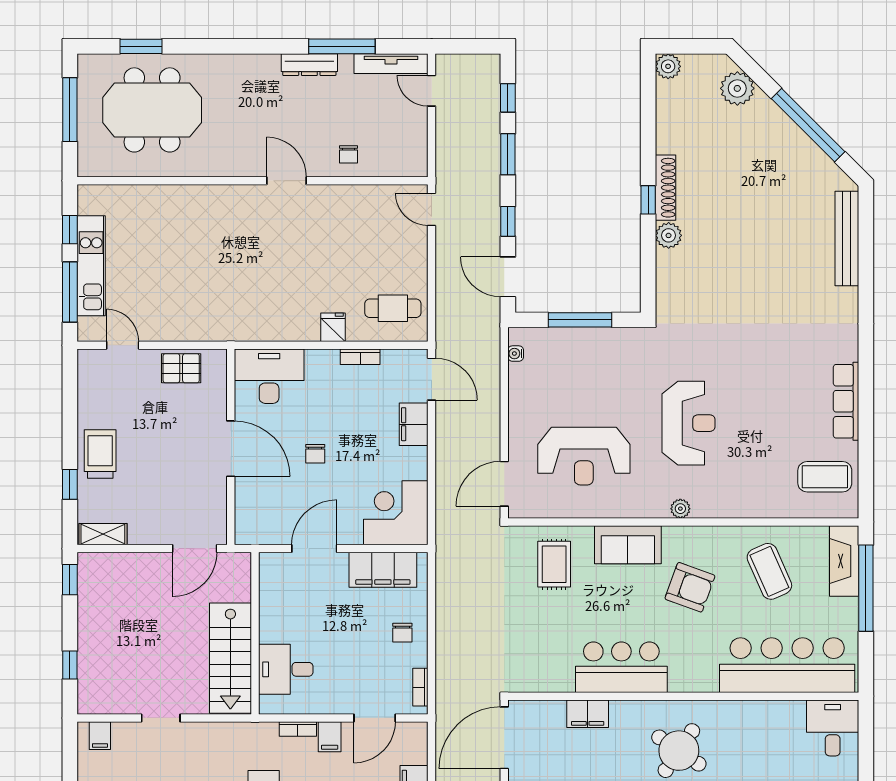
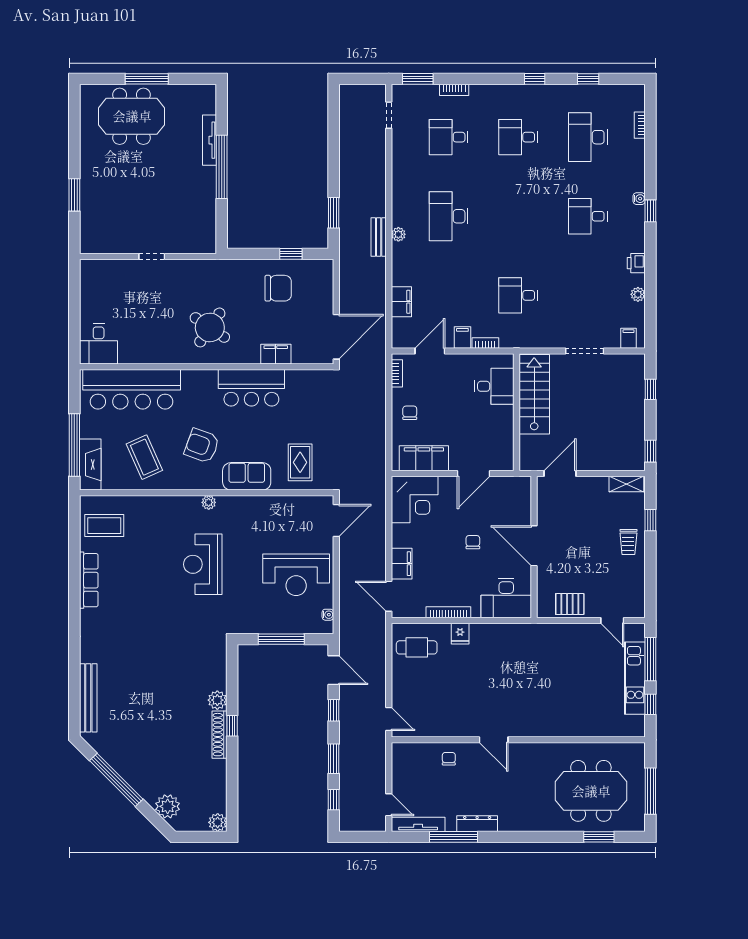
bookcase: (360, 357) -> (448, 612), width x1.56
trolley: (100, 454) -> (628, 542), width x0.73, depth x0.72
reception desk: (584, 456) -> (296, 575), moved, turned 180
doorway: (161, 718) -> (585, 351), width x1.38

